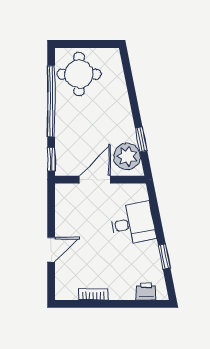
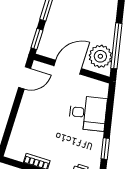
window: (141, 139) -> (116, 46), width x2.17
door: (51, 250) -> (25, 78), moved

